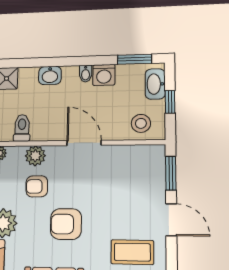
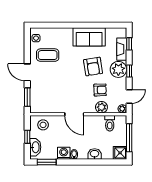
armchair: (66, 224) -> (93, 67), moved, turned 81

